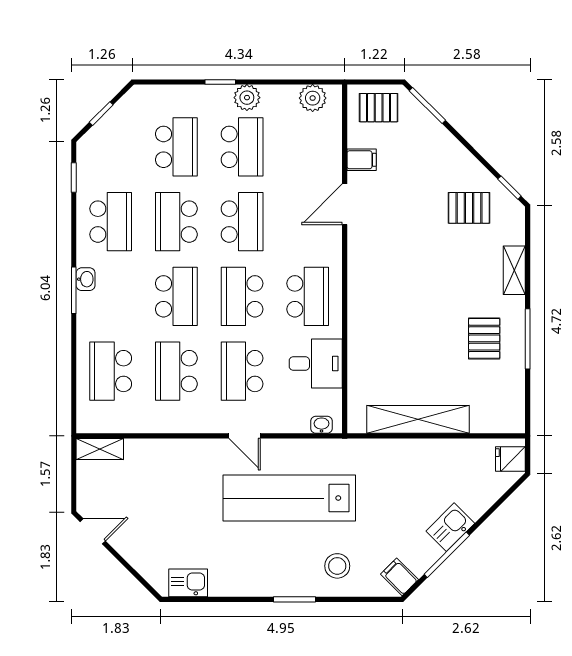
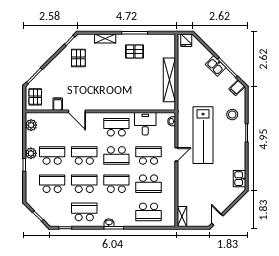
school desk: (176, 222) -> (84, 184), turned 180
school desk: (242, 371) -> (148, 155), turned 180

